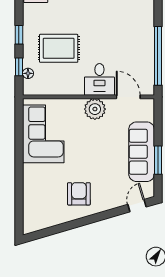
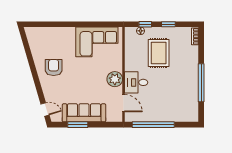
door: (128, 97) -> (124, 103), hinge flipped
armchair: (79, 194) -> (54, 68), turned -90

